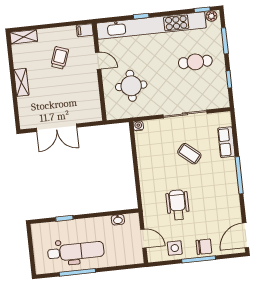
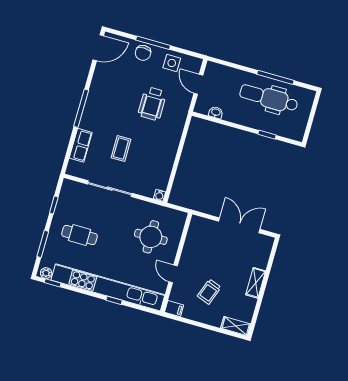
coffee table: (189, 154) -> (121, 149), turned 50
chair: (204, 247) -> (143, 53), turned -90

